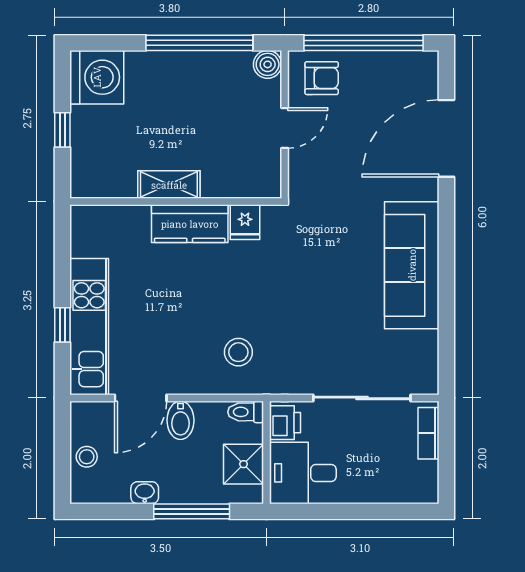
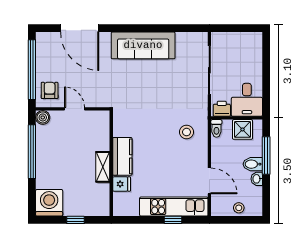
fridge: (245, 222) -> (122, 184), moved
bidet: (181, 420) -> (253, 164), moved, turned 180
bookcase: (428, 433) -> (227, 37), removed

